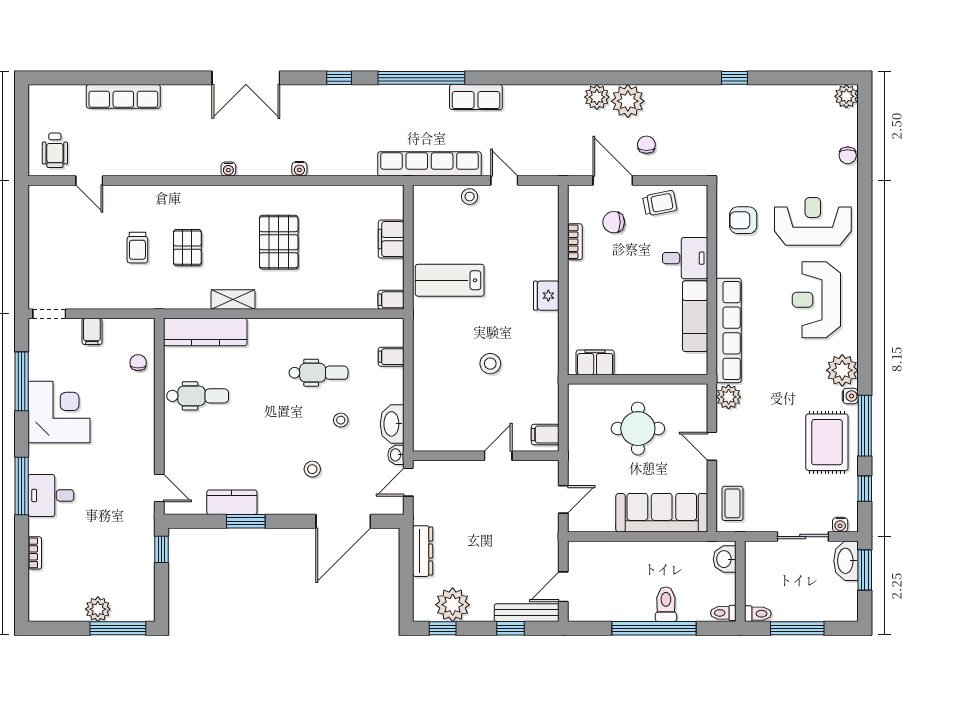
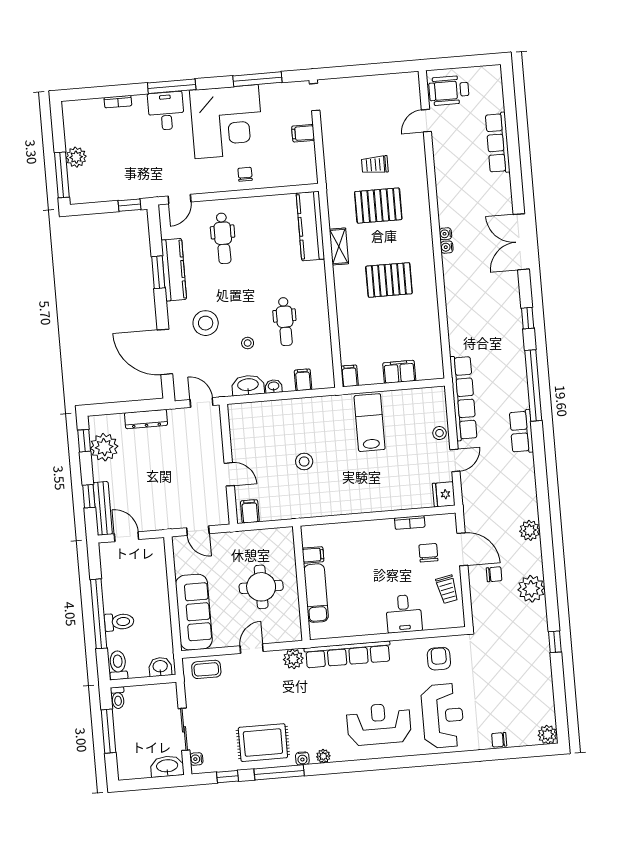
plant: (628, 101) -> (531, 589), moved
wheelchair: (55, 150) -> (449, 90), width x1.36, depth x1.37
water cooler: (299, 169) -> (447, 247), moved
door: (613, 181) -> (462, 549), hinge flipped
pallet: (187, 248) -> (378, 206), width x1.50, depth x1.42
fridge: (546, 296) -> (444, 494), moved, turned -90
exam couch: (695, 316) -> (316, 593), moved, turned 90
filing cabinet: (595, 362) -> (313, 555), width x0.50
chair: (138, 363) -> (245, 174), moved, turned -90
plant: (842, 370) -> (323, 756), width x0.53, depth x0.53
dental chair: (198, 396) -> (223, 238), moved
corner desk: (59, 412) -> (227, 122), width x1.36, depth x1.36
washbasin: (396, 455) -> (274, 386), moved
stool: (312, 469) -> (206, 323), width x1.89, depth x1.89
kitchen counter: (232, 502) -> (174, 270), width x1.50
window: (865, 570) -> (161, 782), removed
toilet: (723, 613) -> (118, 665), width x1.37, depth x1.39

